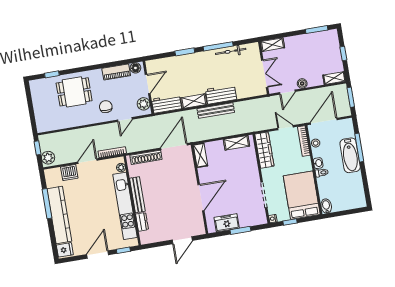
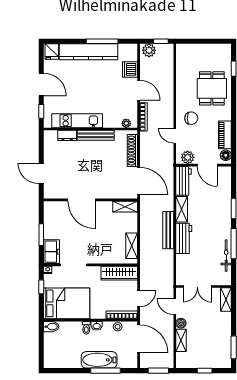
shelving: (334, 78) -> (181, 340), moved
kitchen unit: (125, 206) -> (77, 121), width x0.73
freezer: (227, 223) -> (51, 252), moved

